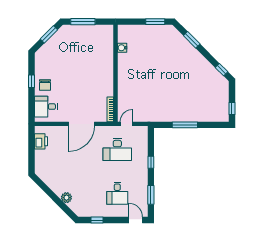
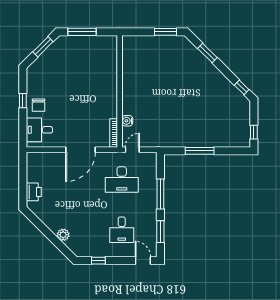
water cooler: (122, 48) -> (127, 121), moved
printer: (41, 141) -> (34, 192), moved
window: (151, 162) -> (160, 194), width x2.17

